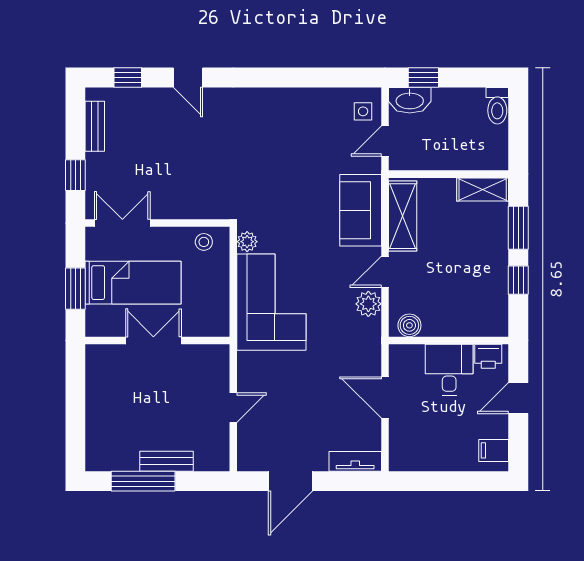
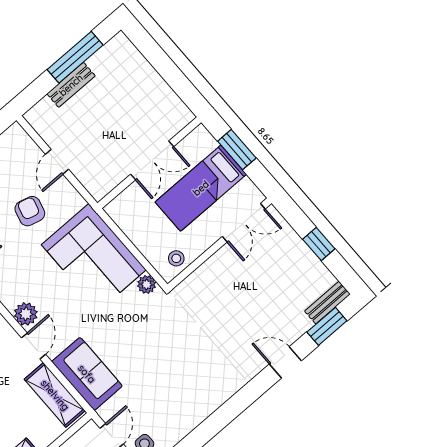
window: (128, 77) -> (327, 326), width x1.50
bench: (95, 126) -> (327, 303), moved, turned 90
window: (75, 175) -> (319, 244), moved
armchair: (291, 386) -> (30, 211), added

